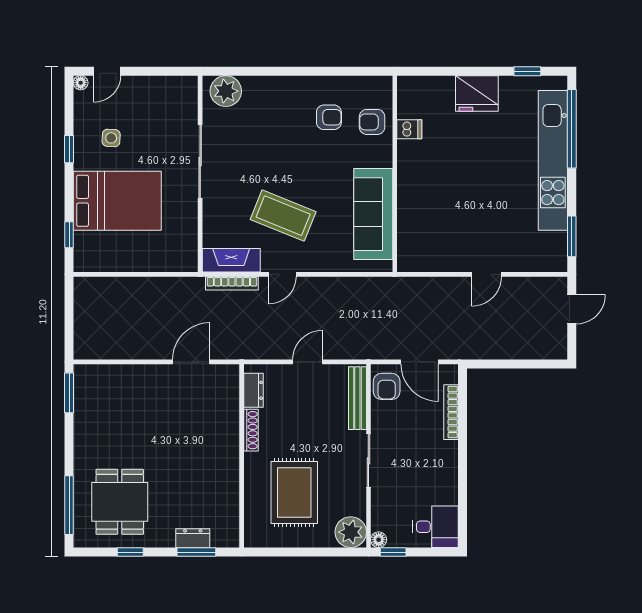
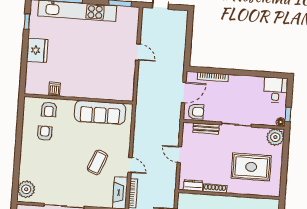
coffee table: (283, 216) -> (97, 162), width x0.73, depth x0.76
bench: (357, 398) -> (206, 129), width x0.73

